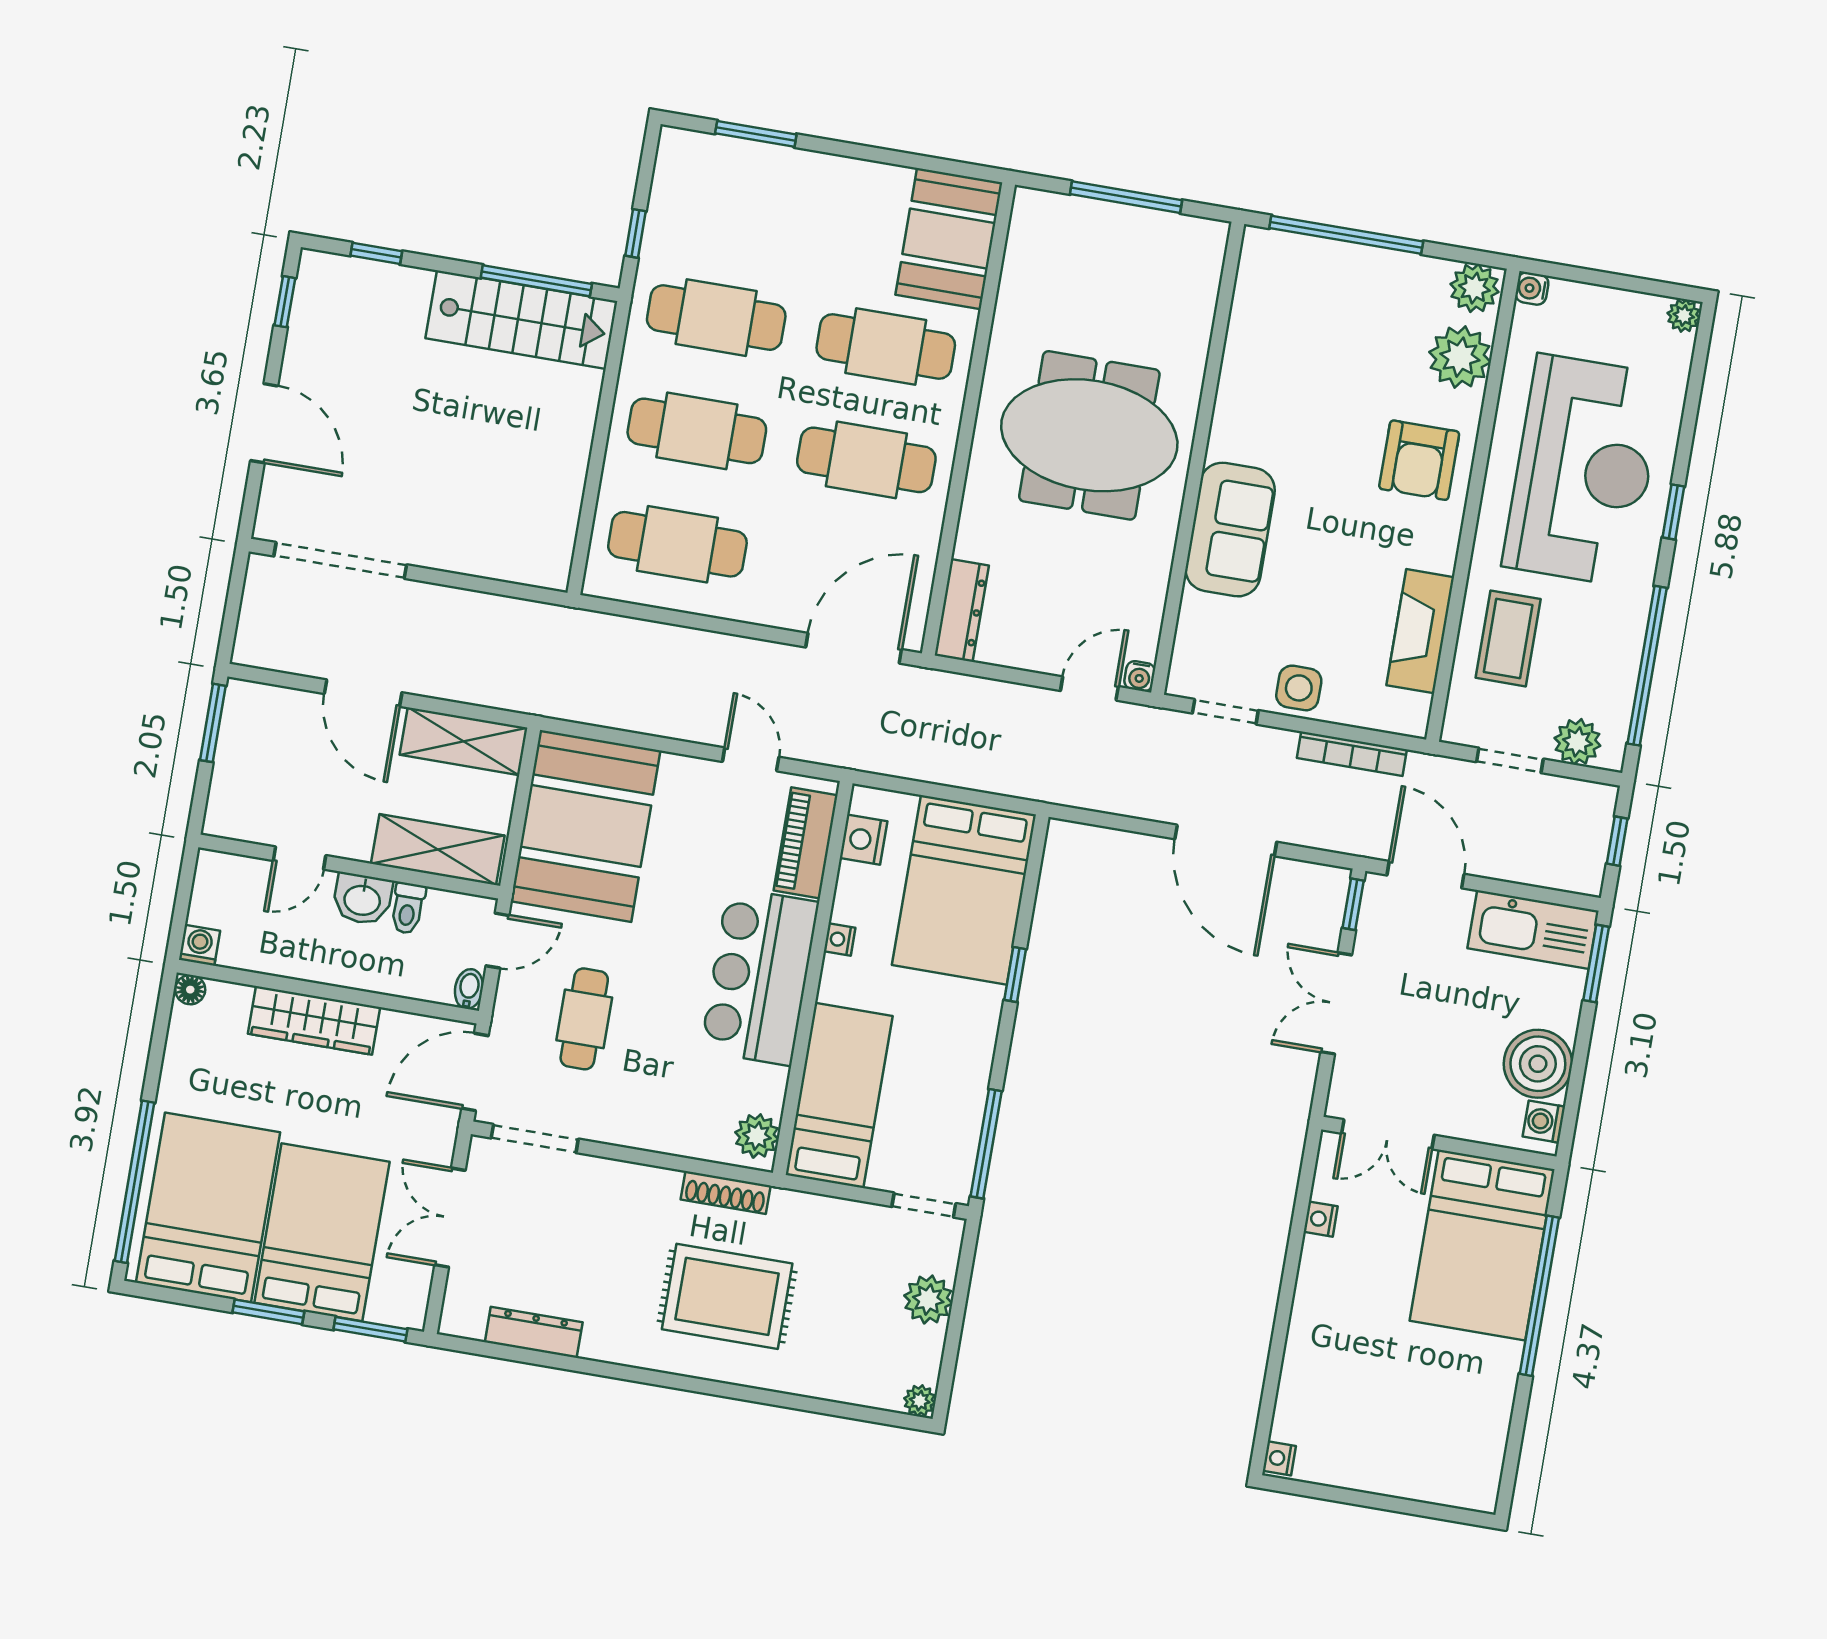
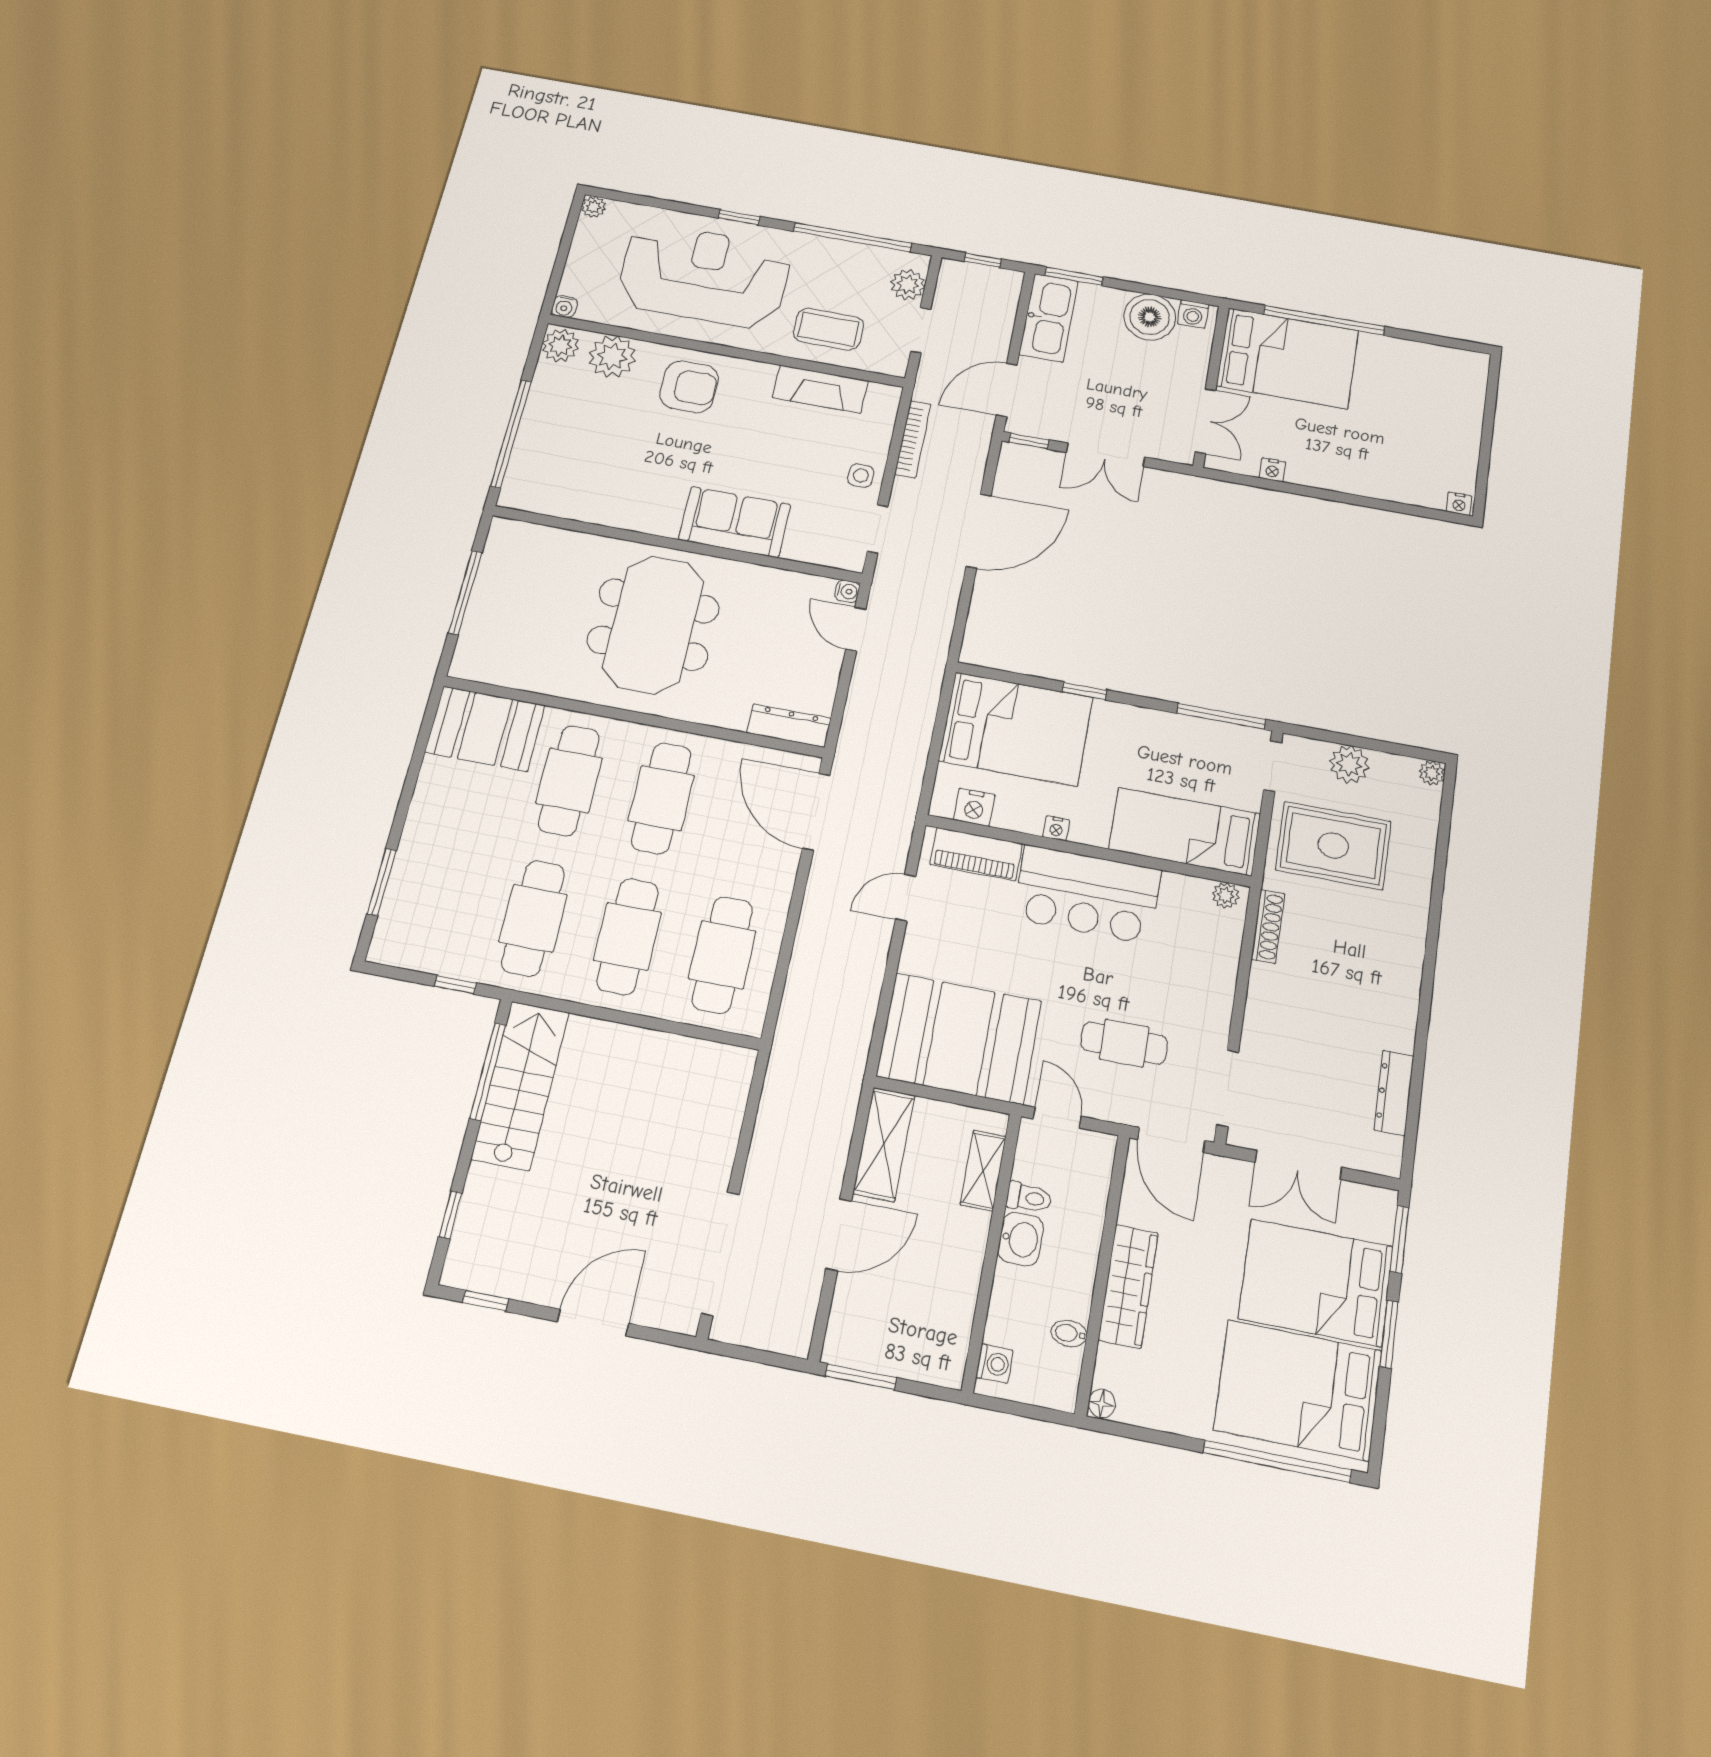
side table: (1299, 688) -> (861, 476), width x0.73, depth x0.73
shelving: (438, 850) -> (983, 1170), width x0.67, depth x0.75
door: (300, 858) -> (984, 1297), removed
washing machine: (199, 945) -> (994, 1364), moved, turned 180
bidet: (469, 989) -> (1069, 1333), moved
plant: (757, 1136) -> (1226, 895), width x0.73, depth x0.73
rug: (727, 1296) -> (1333, 845), moved, turned 90

